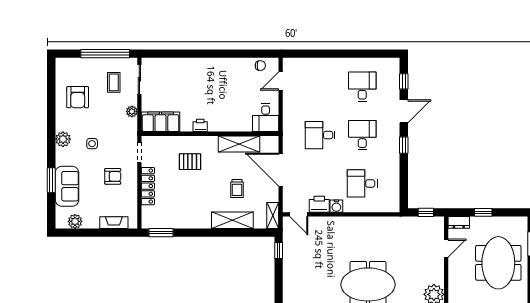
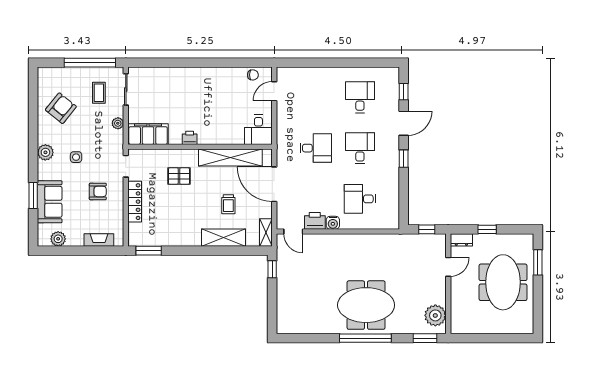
armchair: (78, 97) -> (61, 108), turned -141
desk: (320, 135) -> (316, 148), turned 180
shelving: (239, 144) -> (230, 157), width x1.47

